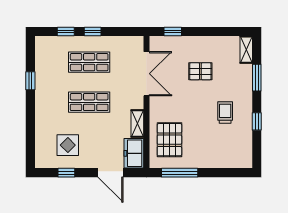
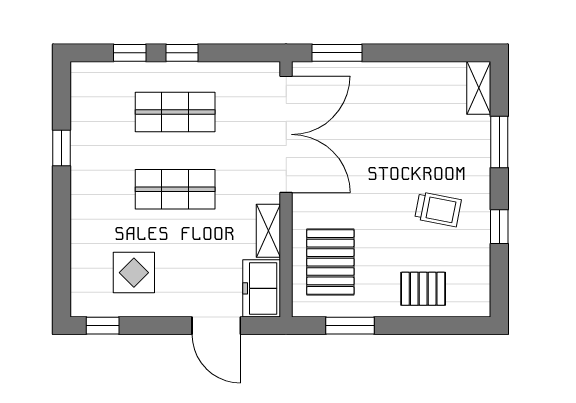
window: (173, 32) -> (337, 53), width x1.50
pallet: (200, 71) -> (423, 289), moved
double door: (146, 74) -> (286, 134), width x1.36
trolley: (225, 112) -> (438, 209), turned 101
window: (66, 173) -> (103, 326), moved
window: (180, 173) -> (350, 326), width x0.69

